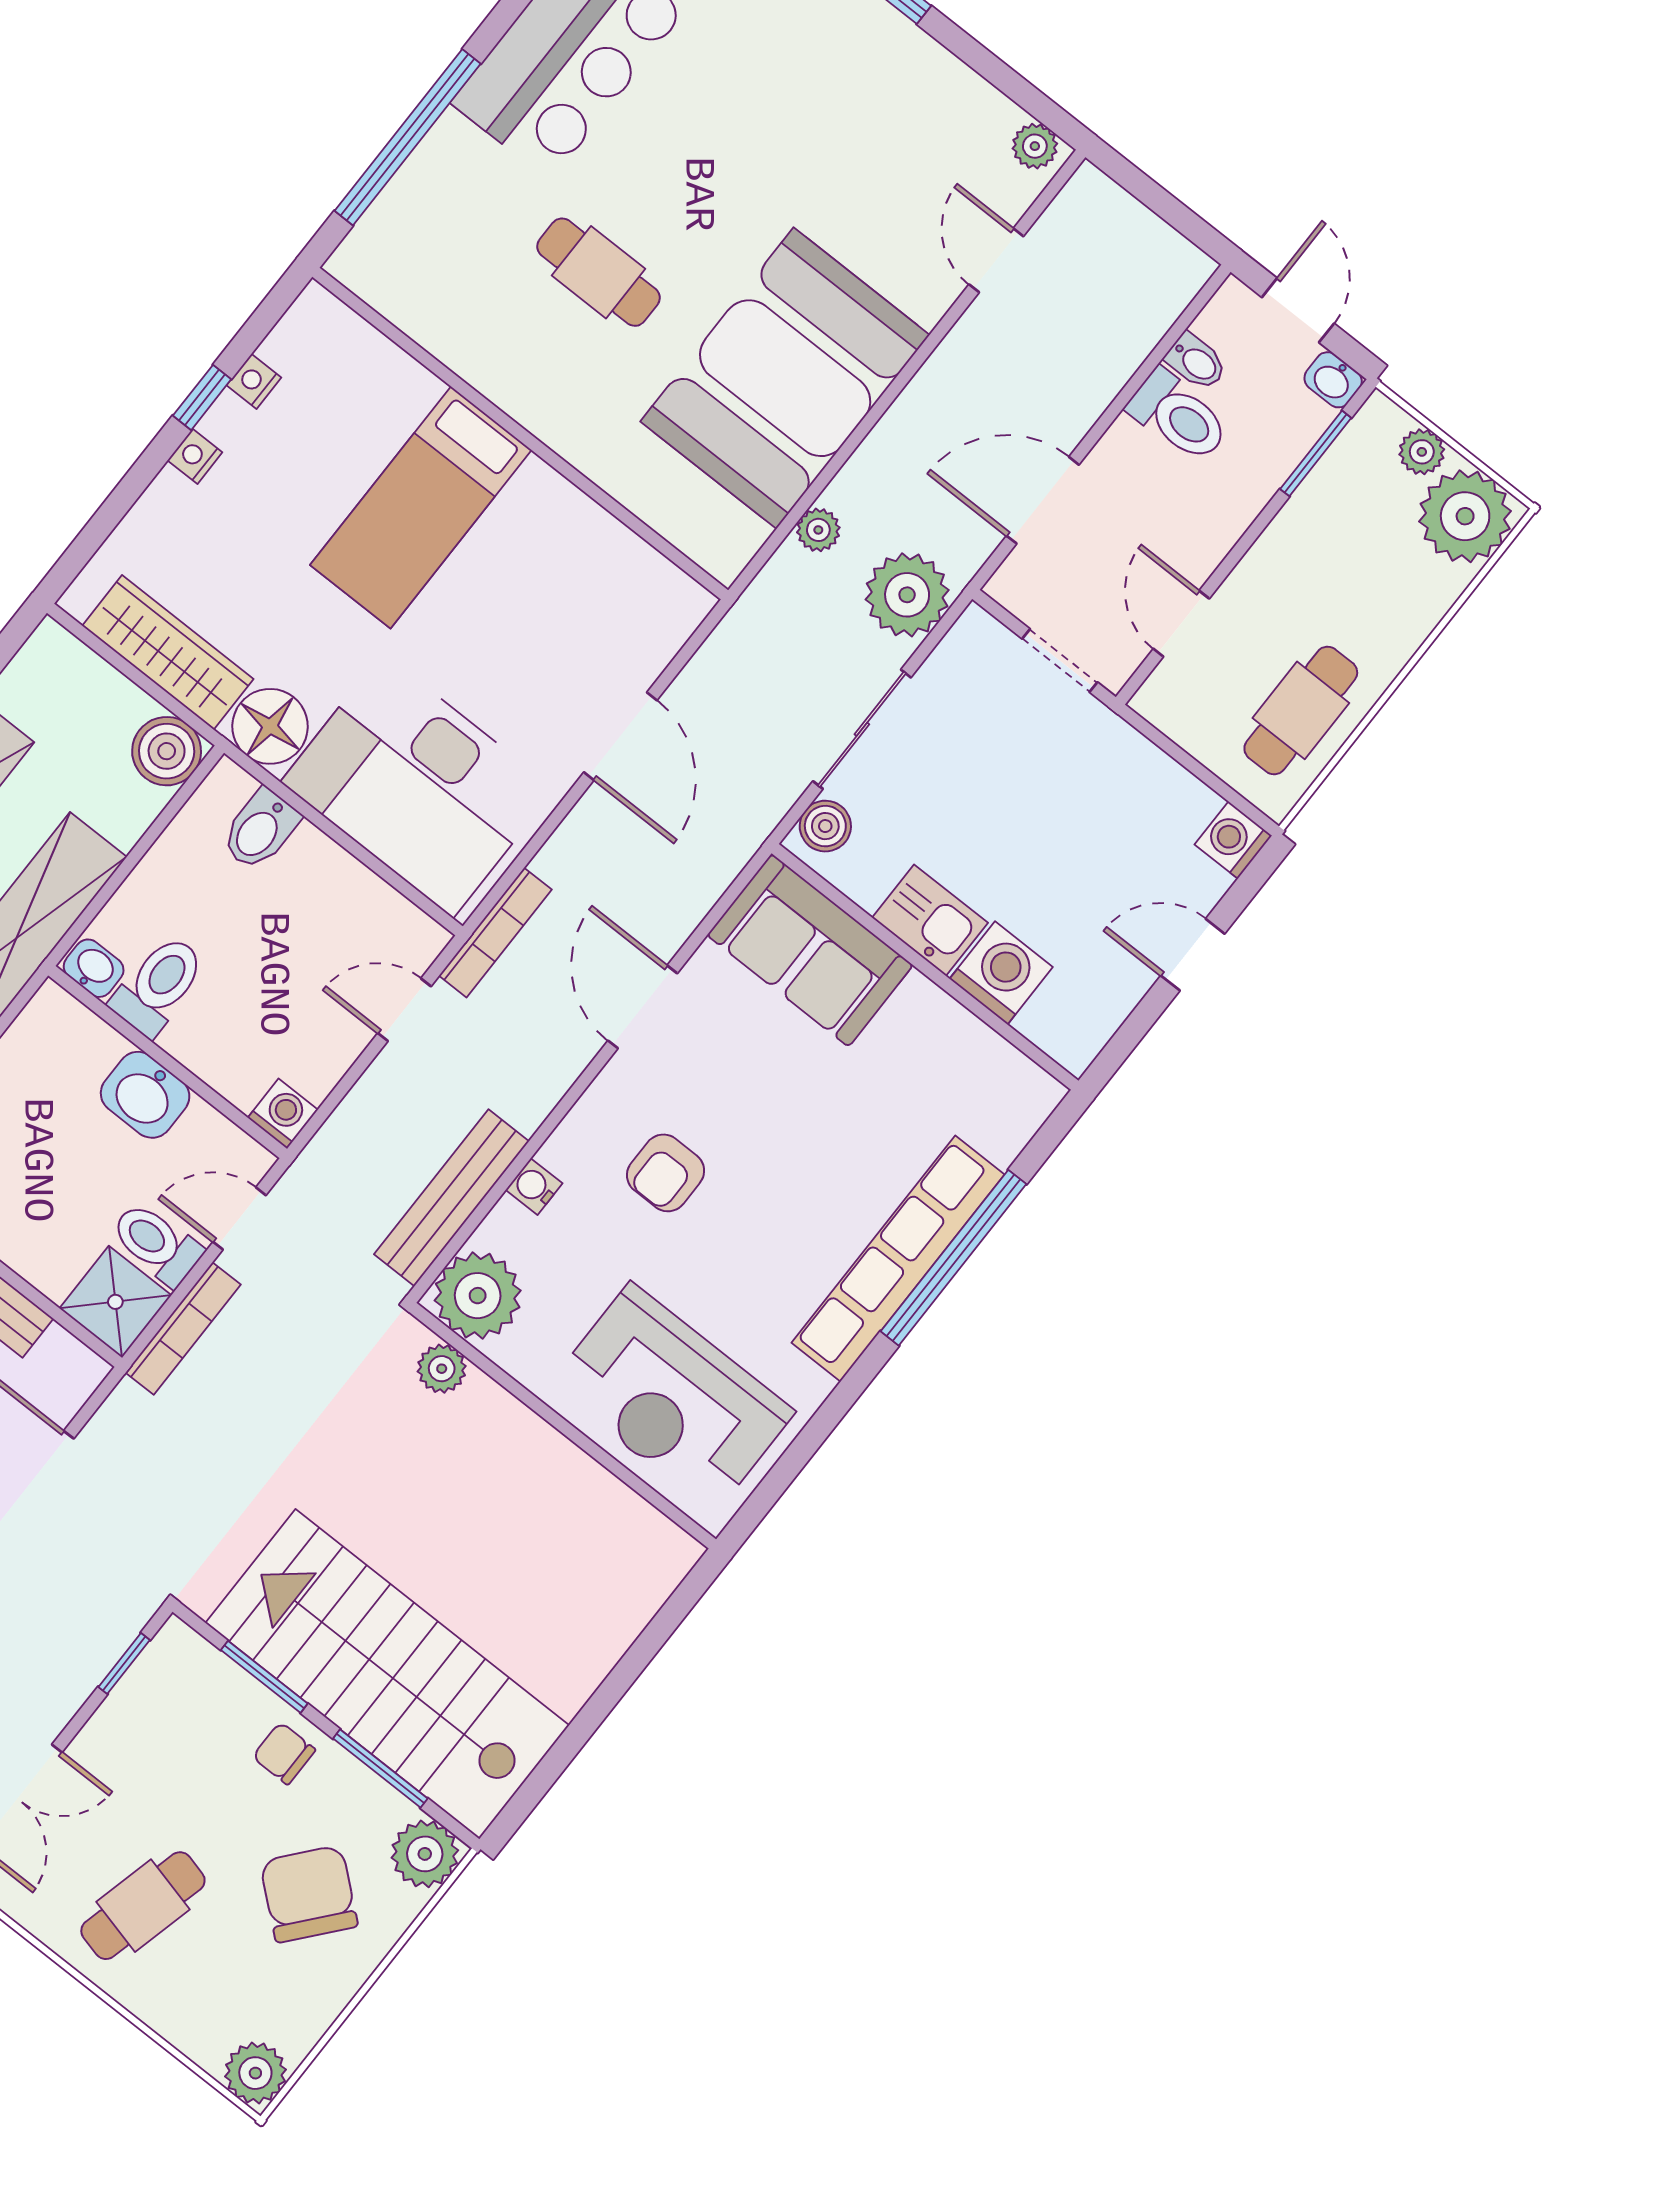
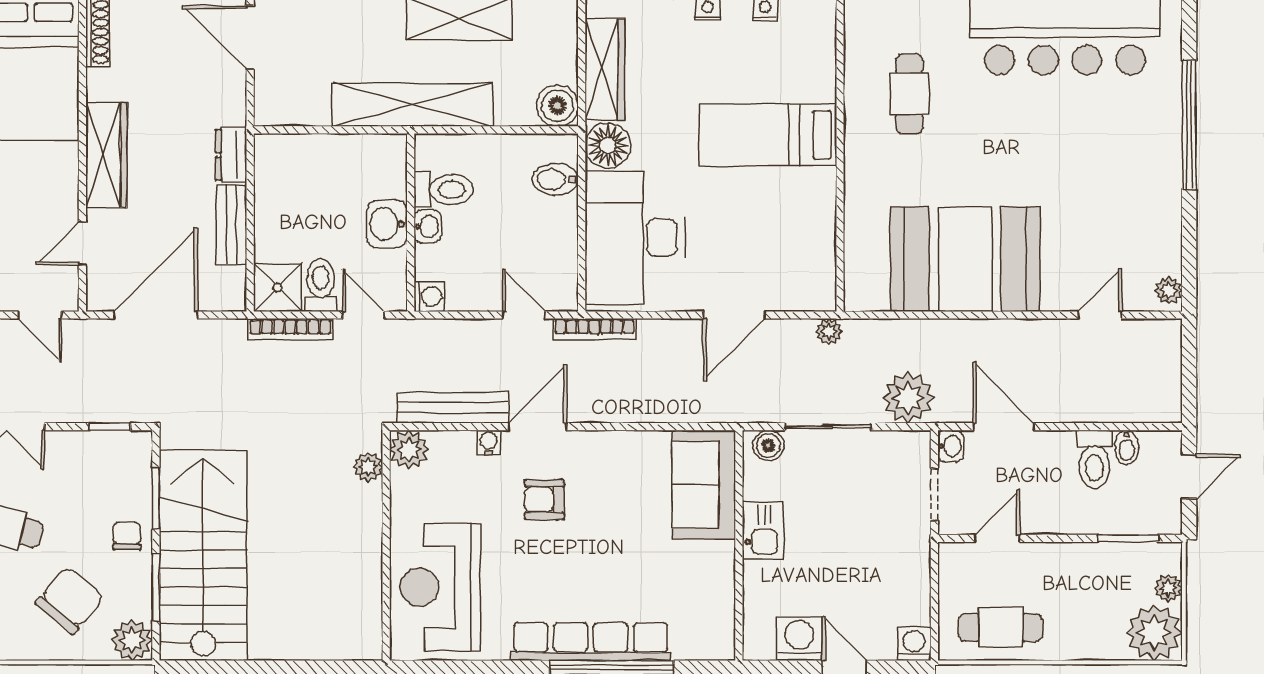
cafe table: (598, 272) -> (909, 94), moved
washbasin: (1333, 380) -> (951, 446), moved, turned 180
plant: (818, 530) -> (829, 332), moved
washbasin: (94, 968) -> (427, 227), moved
washing machine: (1001, 973) -> (799, 638), moved, turned -90
door: (643, 1007) -> (538, 427), moved
plant: (478, 1296) -> (409, 450), width x0.73, depth x0.73

